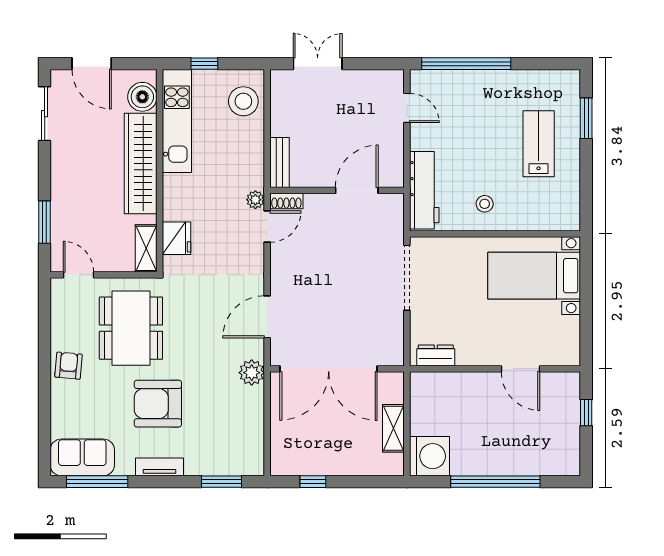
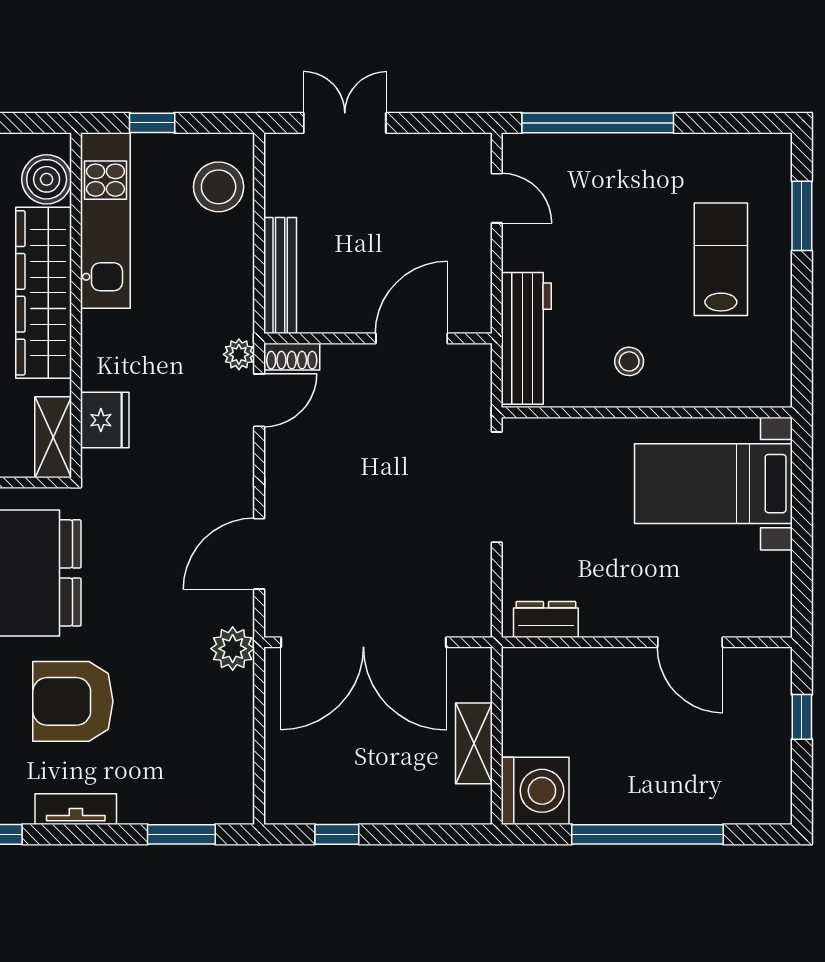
bench: (280, 162) -> (280, 275), width x1.36

